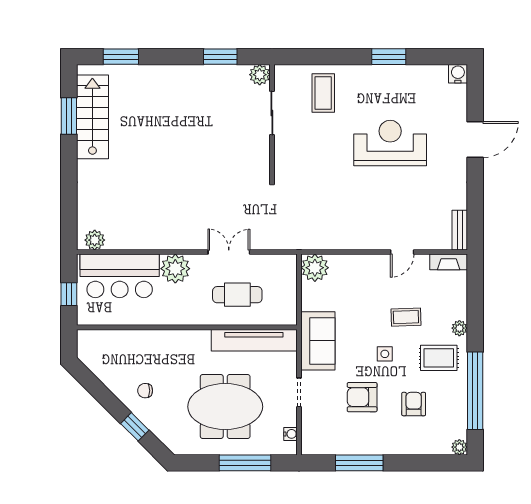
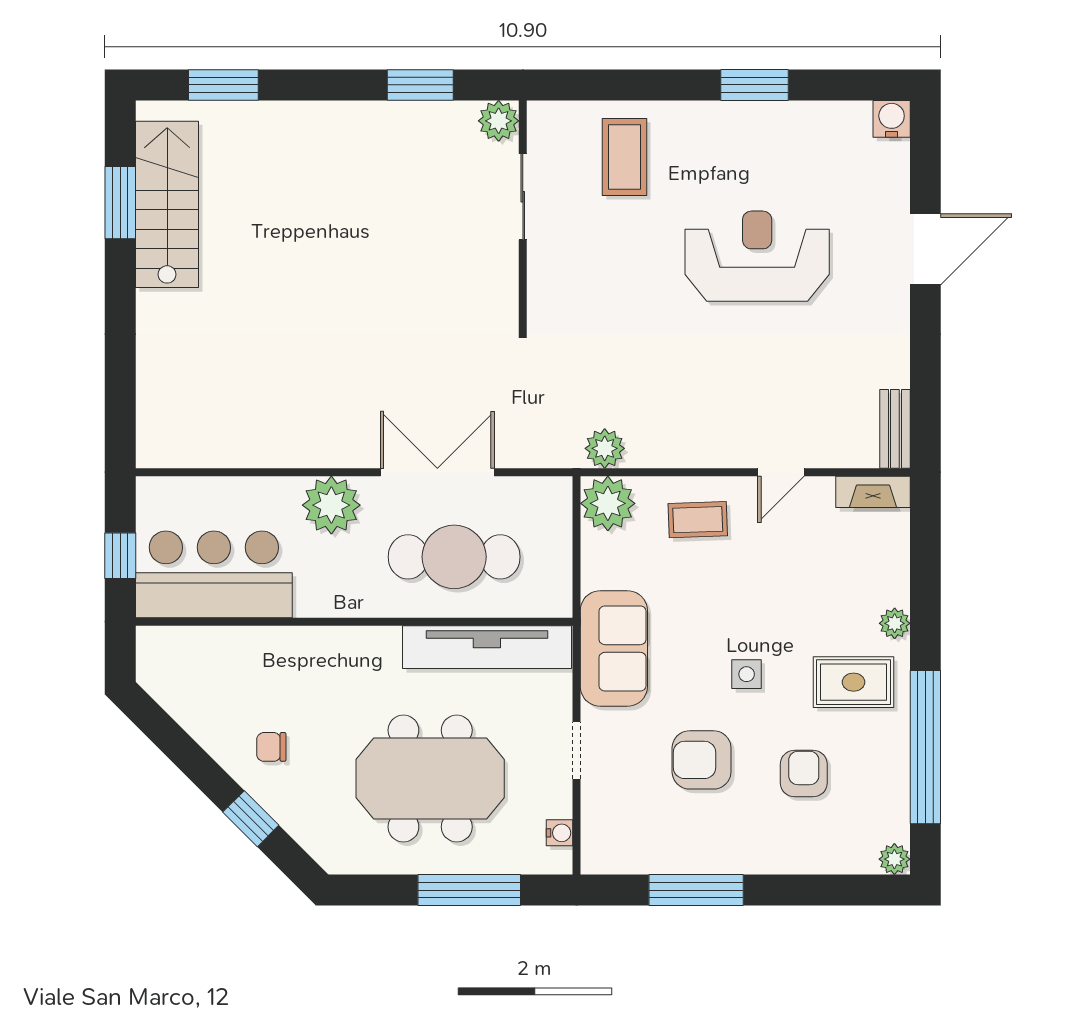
plant: (95, 240) -> (605, 448), moved
double door: (229, 252) -> (437, 472), width x1.37
bar counter: (120, 276) -> (214, 574), moved, turned 180
cafe table: (237, 295) -> (454, 557), width x1.37, depth x1.35
coffee table: (406, 317) -> (698, 520), moved

